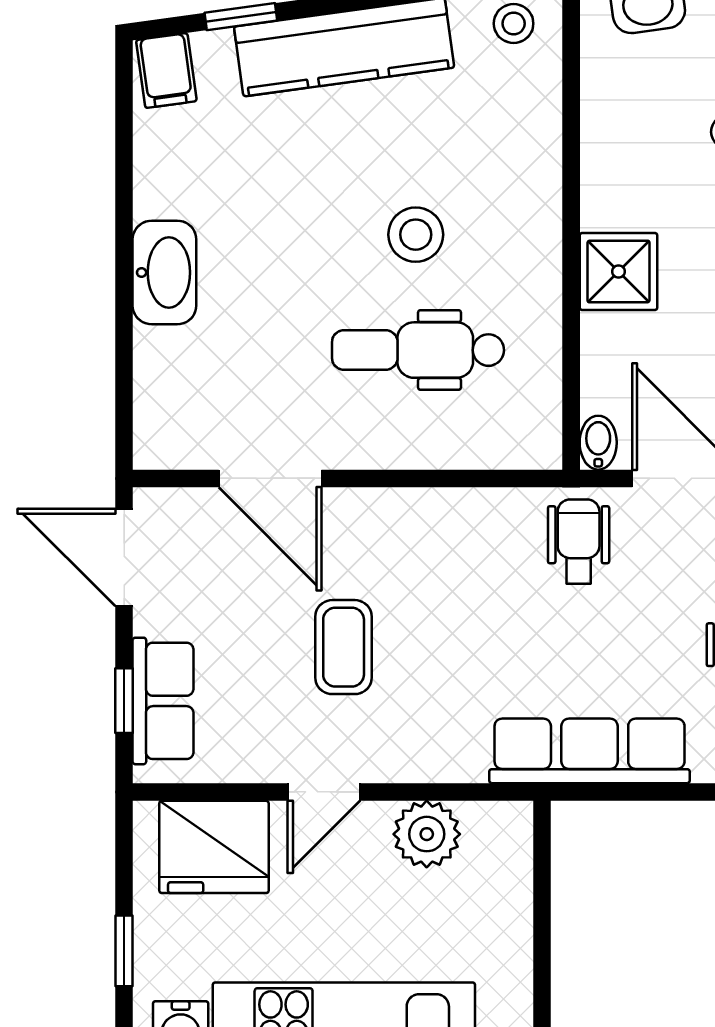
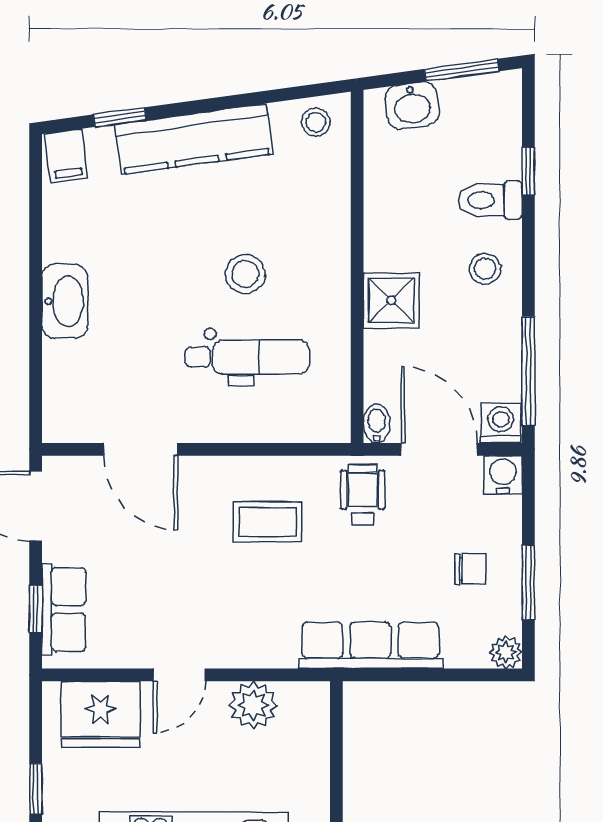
dental chair: (418, 350) -> (247, 357), turned 180
coffee table: (344, 647) -> (268, 522), moved, turned 90

